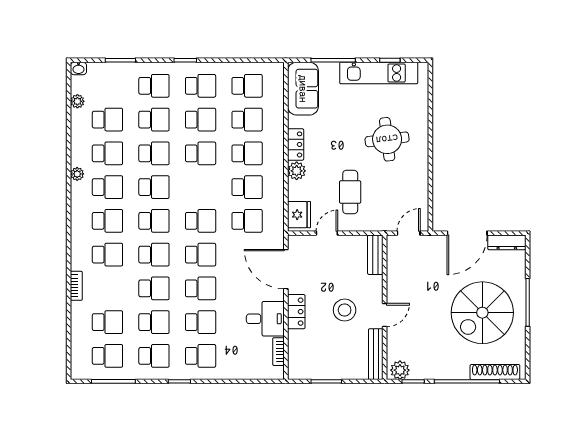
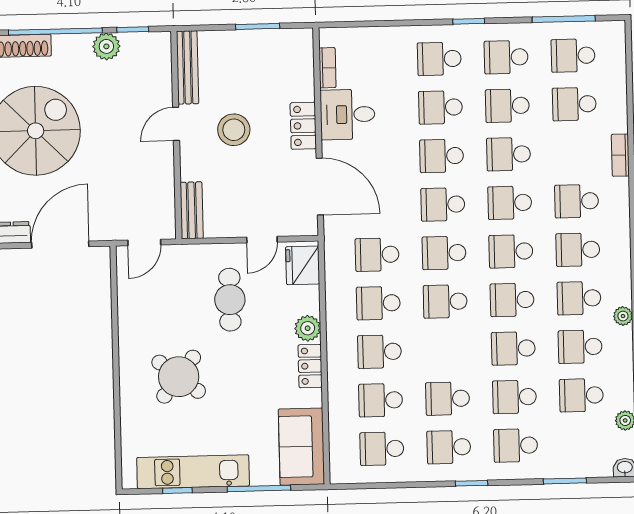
round table: (387, 139) -> (179, 377), turned 45
school desk: (201, 153) -> (445, 301), moved
plant: (400, 370) -> (106, 46), moved

